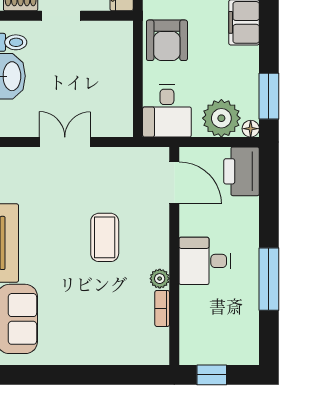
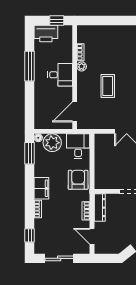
printer: (242, 171) -> (46, 34), moved, turned 90
door: (174, 183) -> (75, 112), hinge flipped

